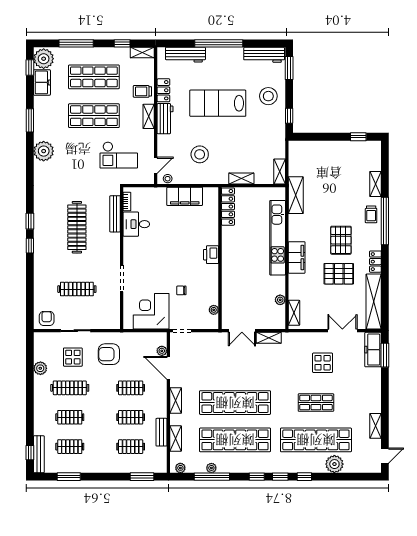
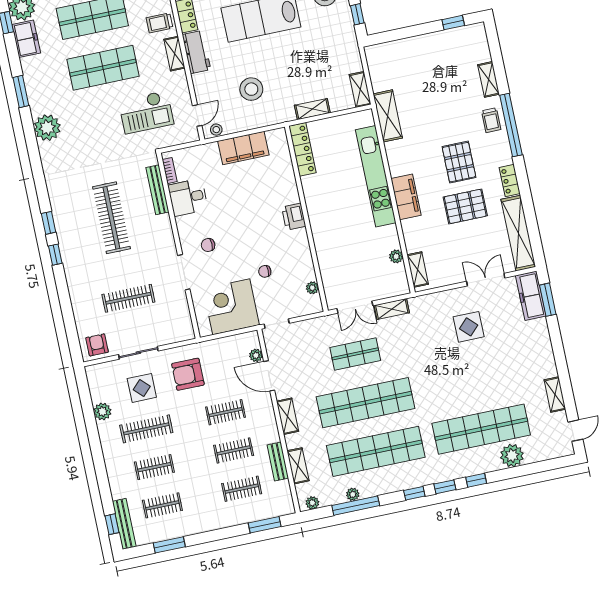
chair: (144, 262) -> (208, 245), added
shop shelf: (316, 403) -> (355, 354), moved

